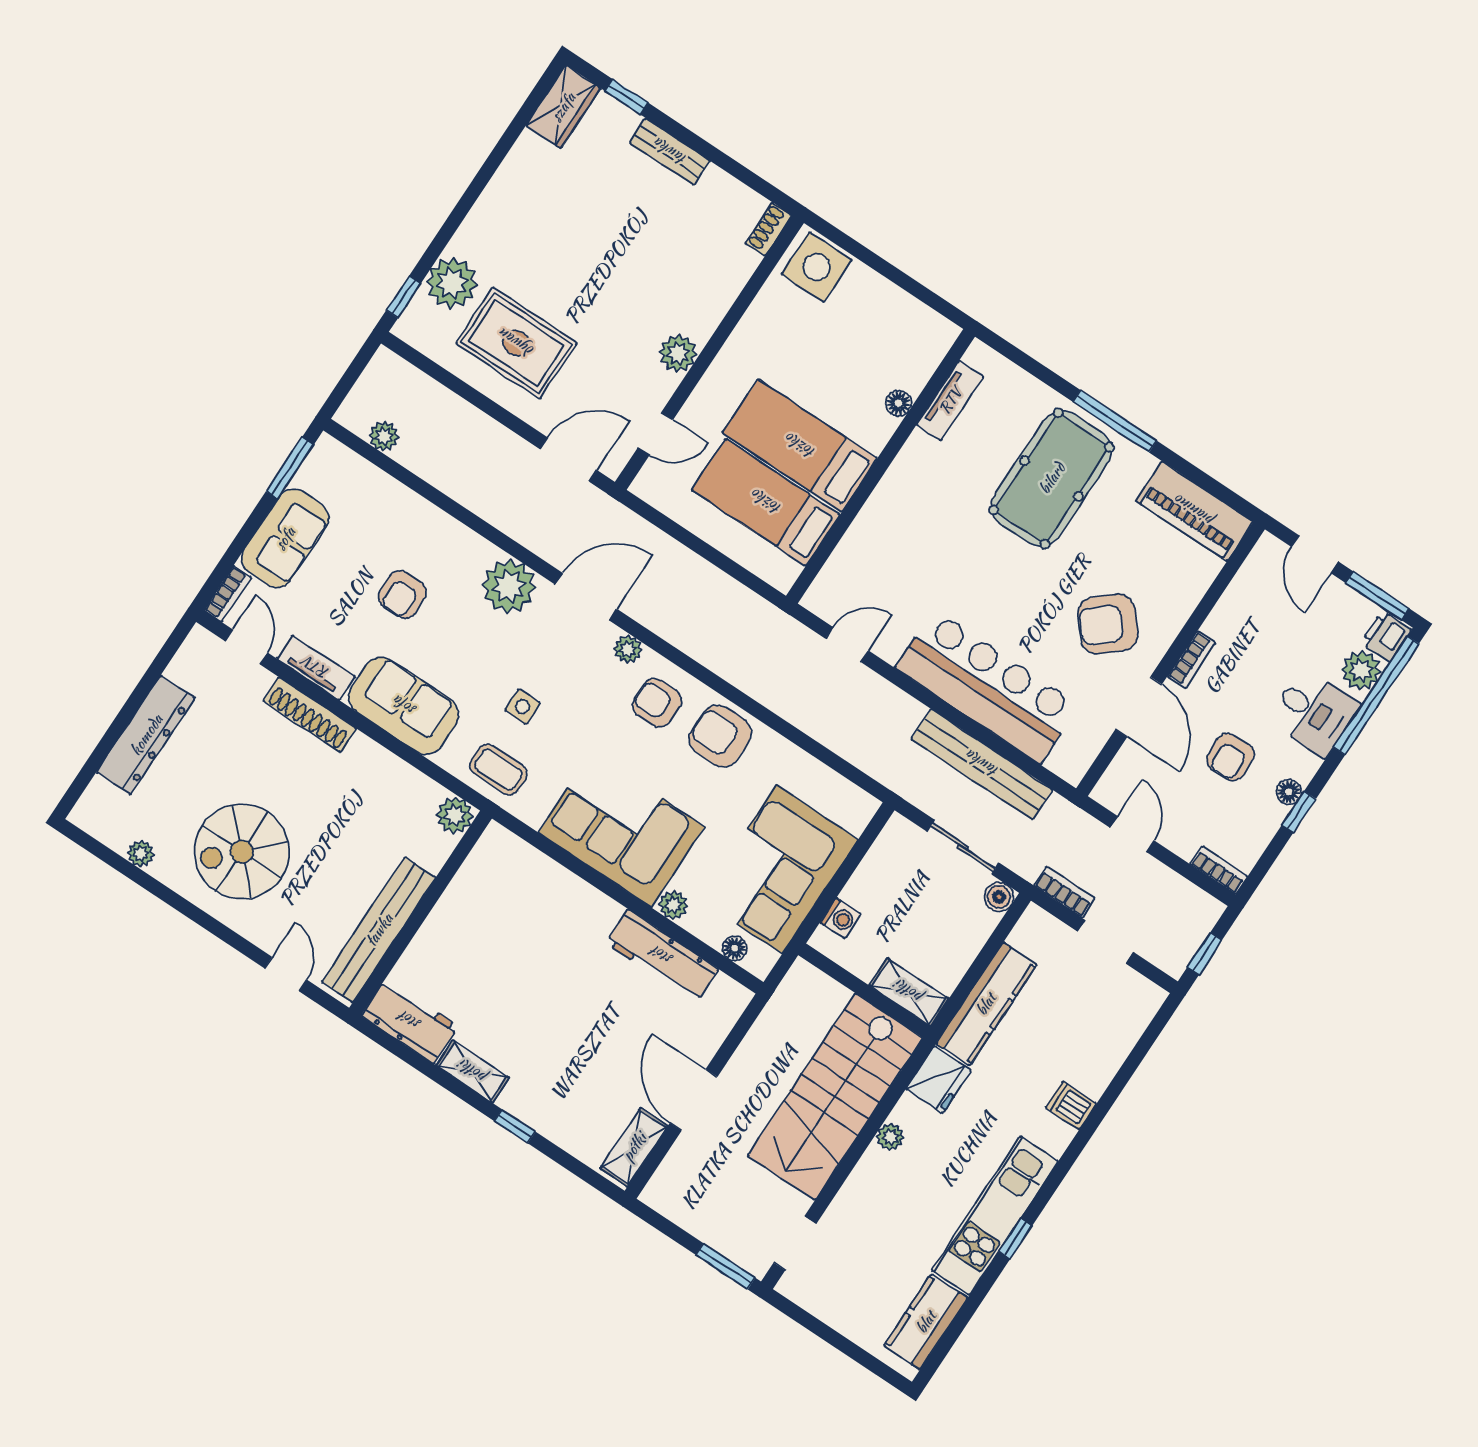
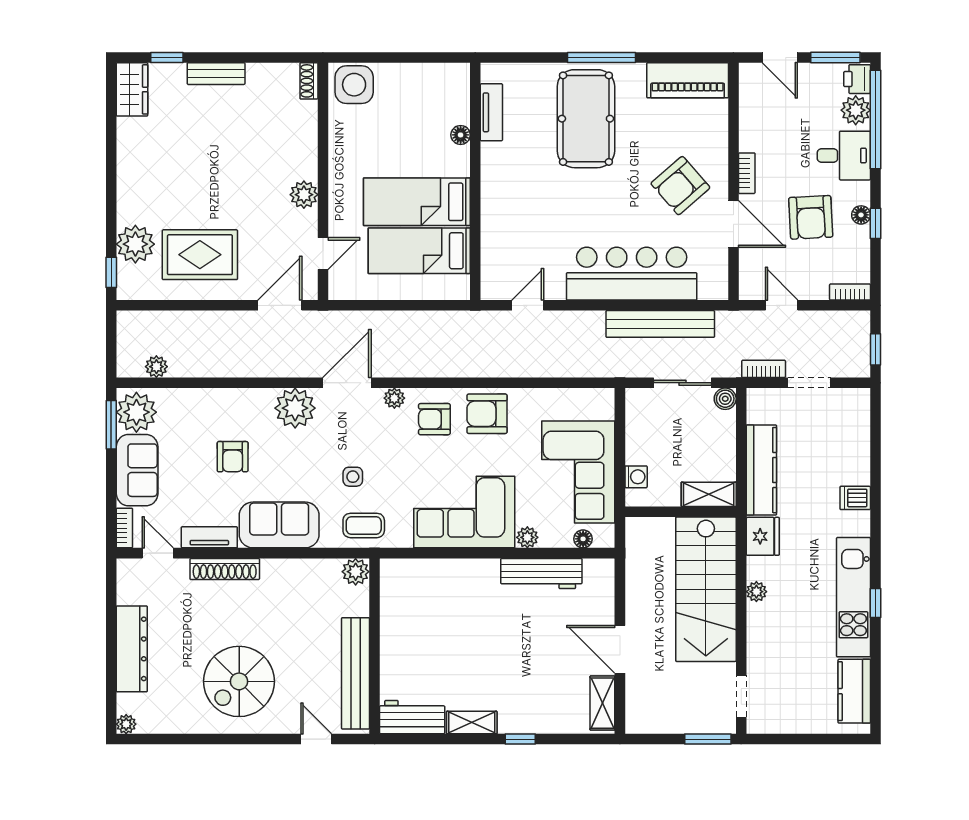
plant: (328, 473) -> (136, 412), added
armchair: (1230, 757) -> (811, 217), width x1.38, depth x1.38
plant: (141, 854) -> (126, 724), moved

